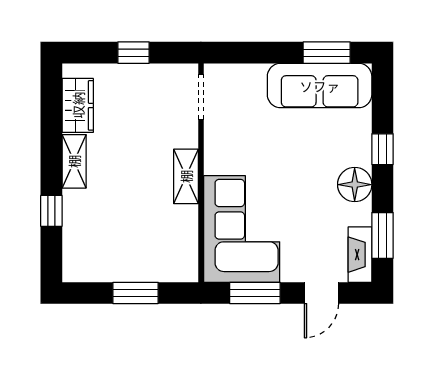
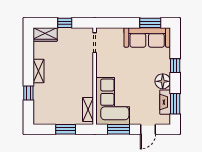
wardrobe: (78, 105) -> (45, 35), moved, turned 90
shelving: (186, 176) -> (88, 109), moved
fireplace: (360, 255) -> (165, 102), moved

